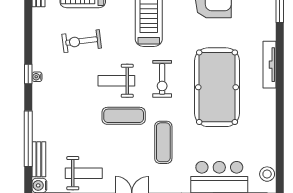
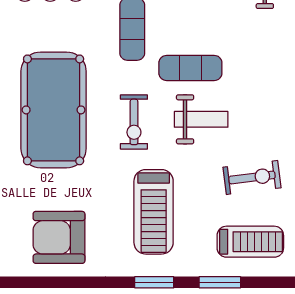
exercise bike: (162, 79) -> (134, 122), turned 180

